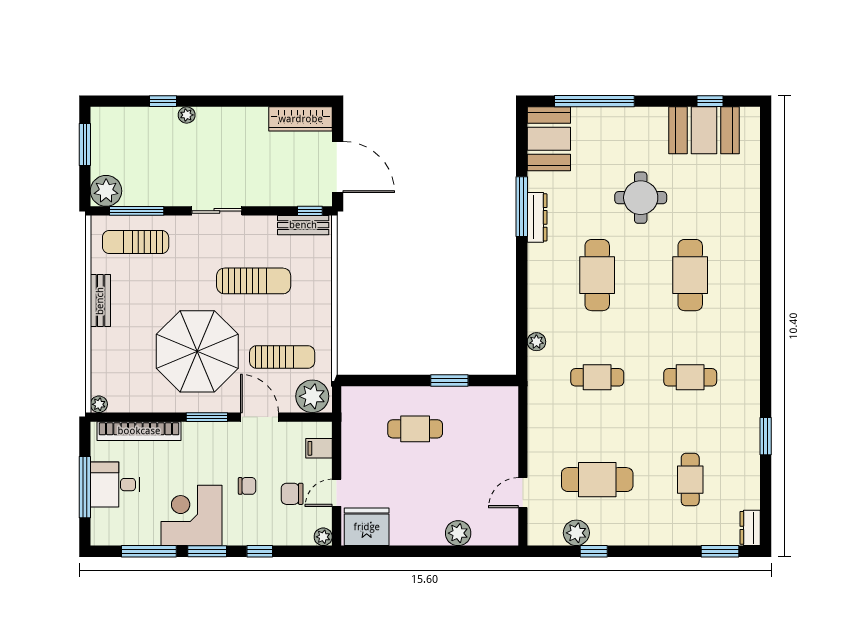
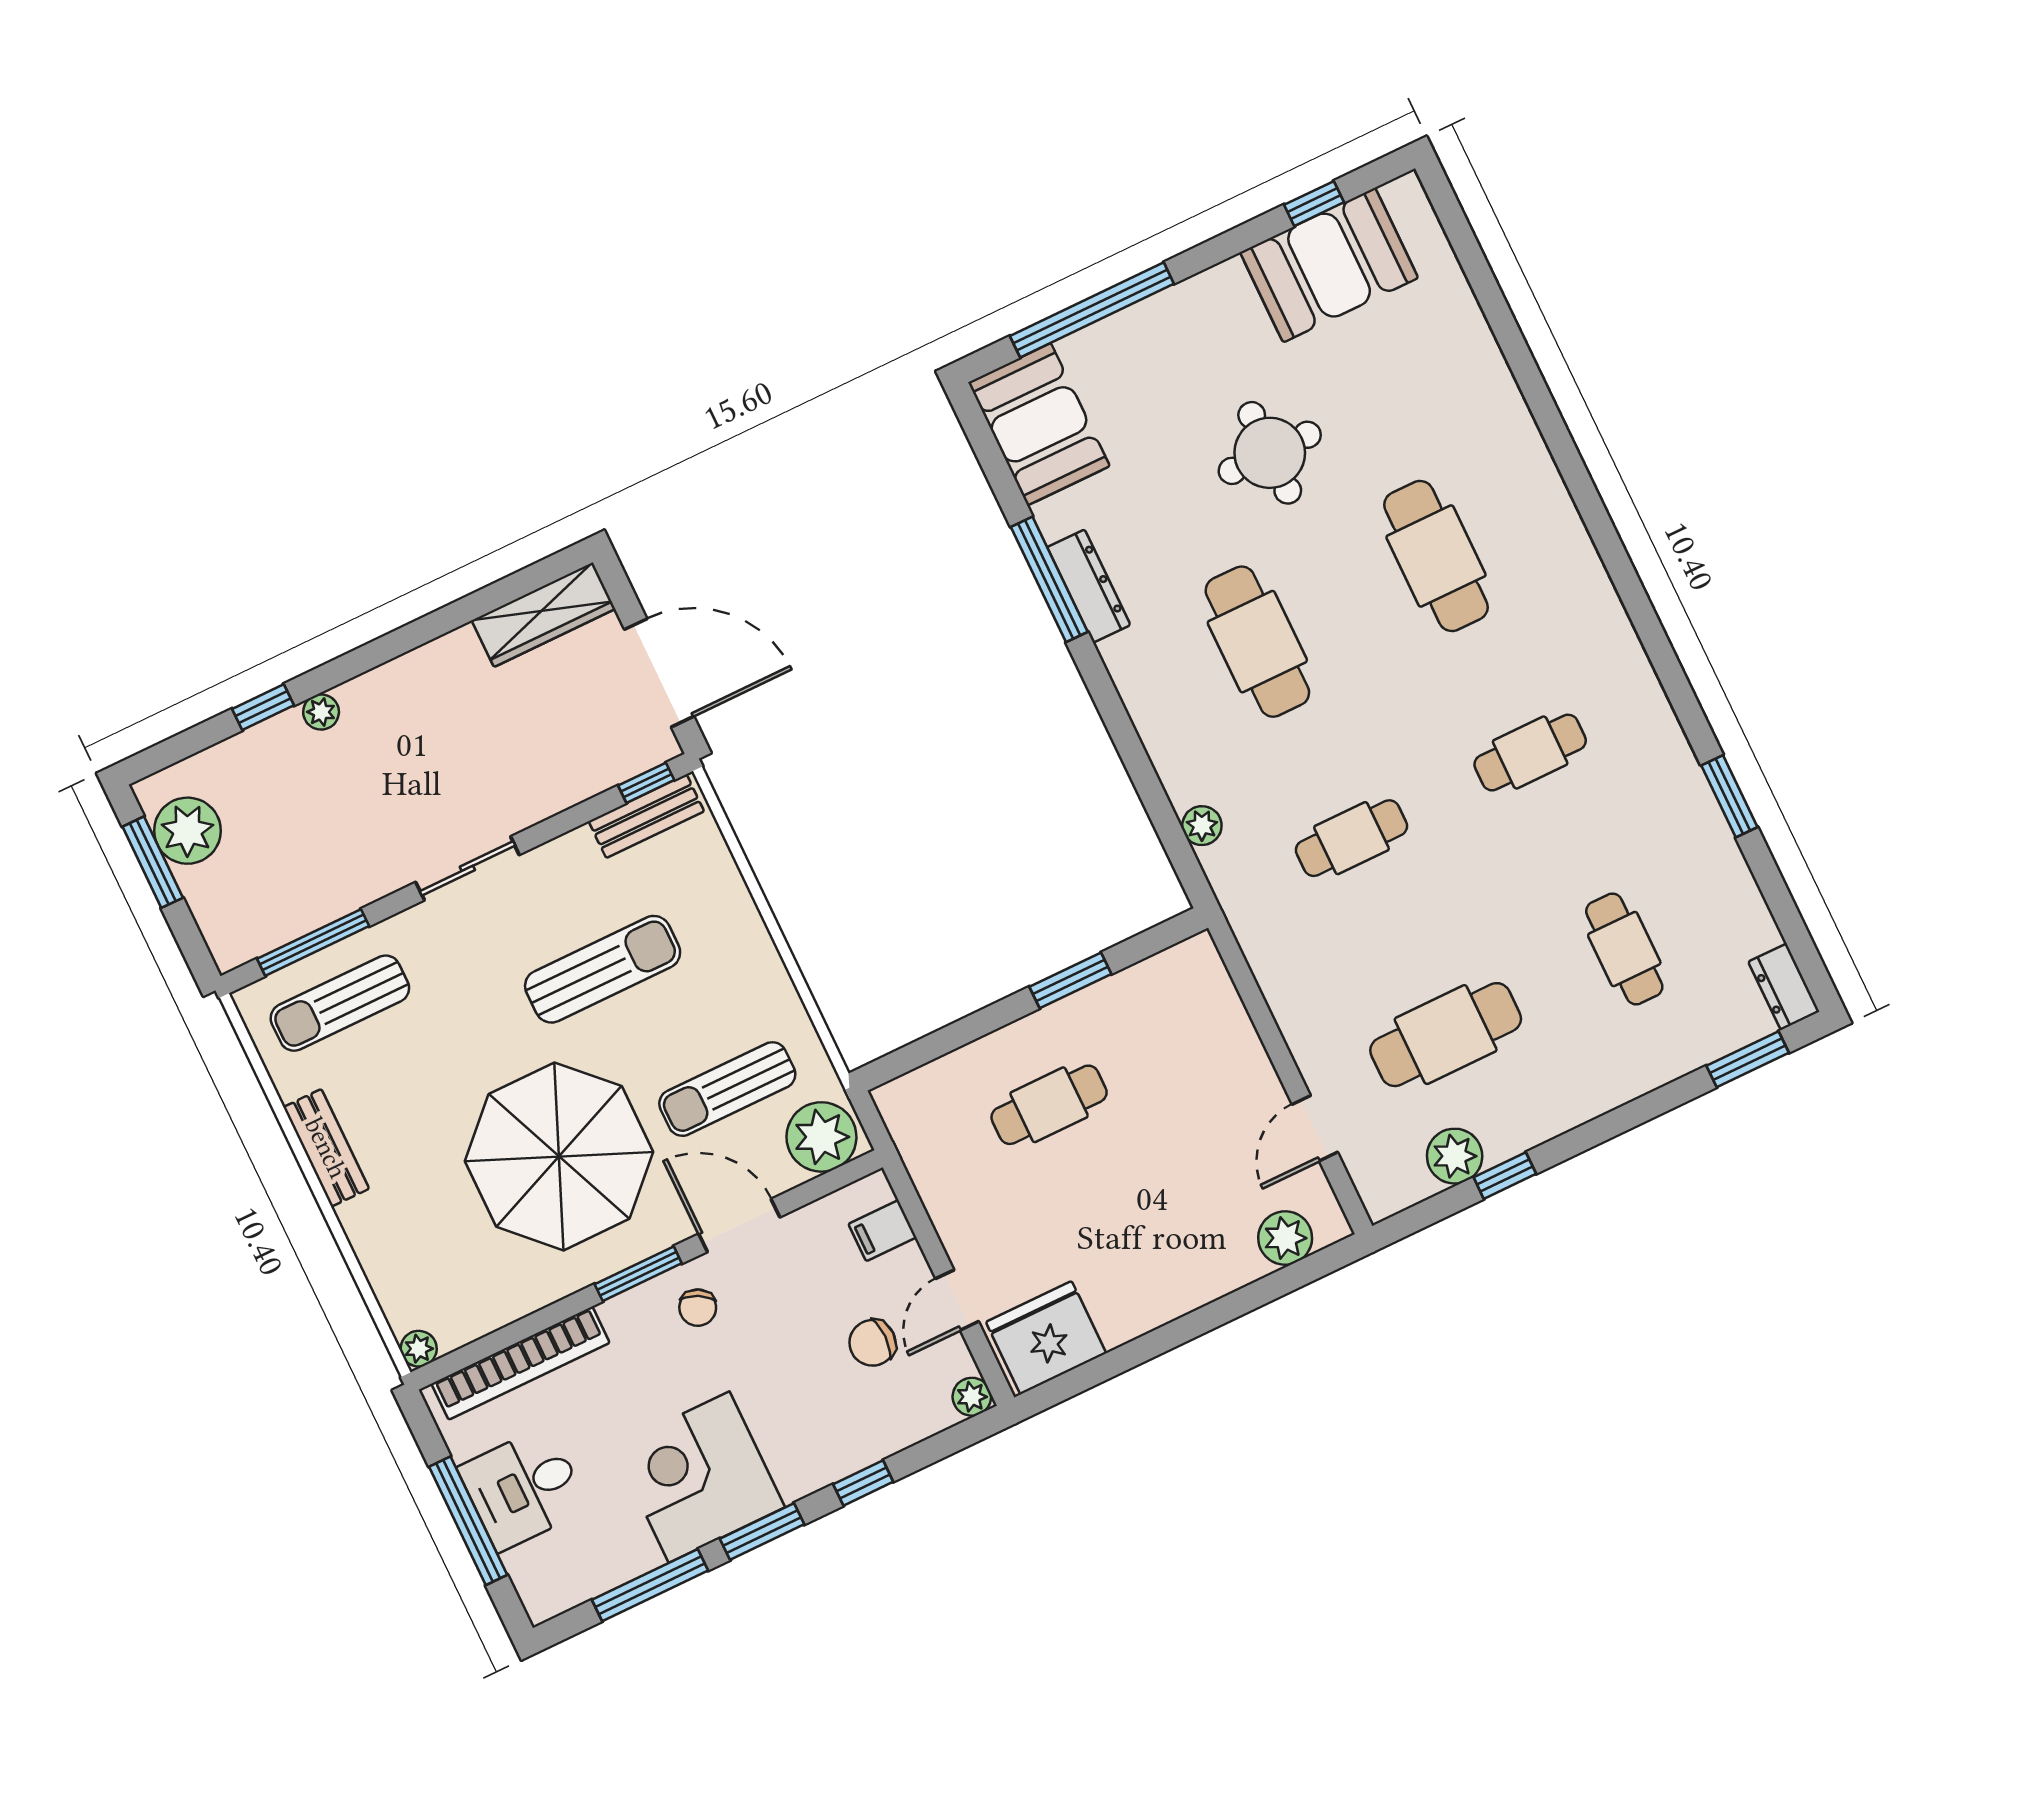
plant: (106, 191) -> (187, 831), moved
sun lounger: (282, 357) -> (727, 1089), turned 180
chair: (247, 486) -> (698, 1308), moved, turned 118
plant: (458, 533) -> (1285, 1238), moved

